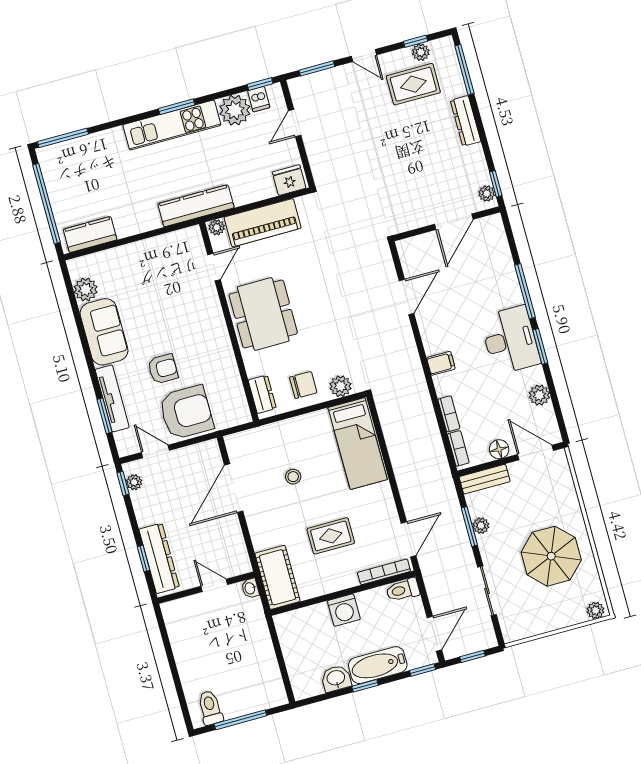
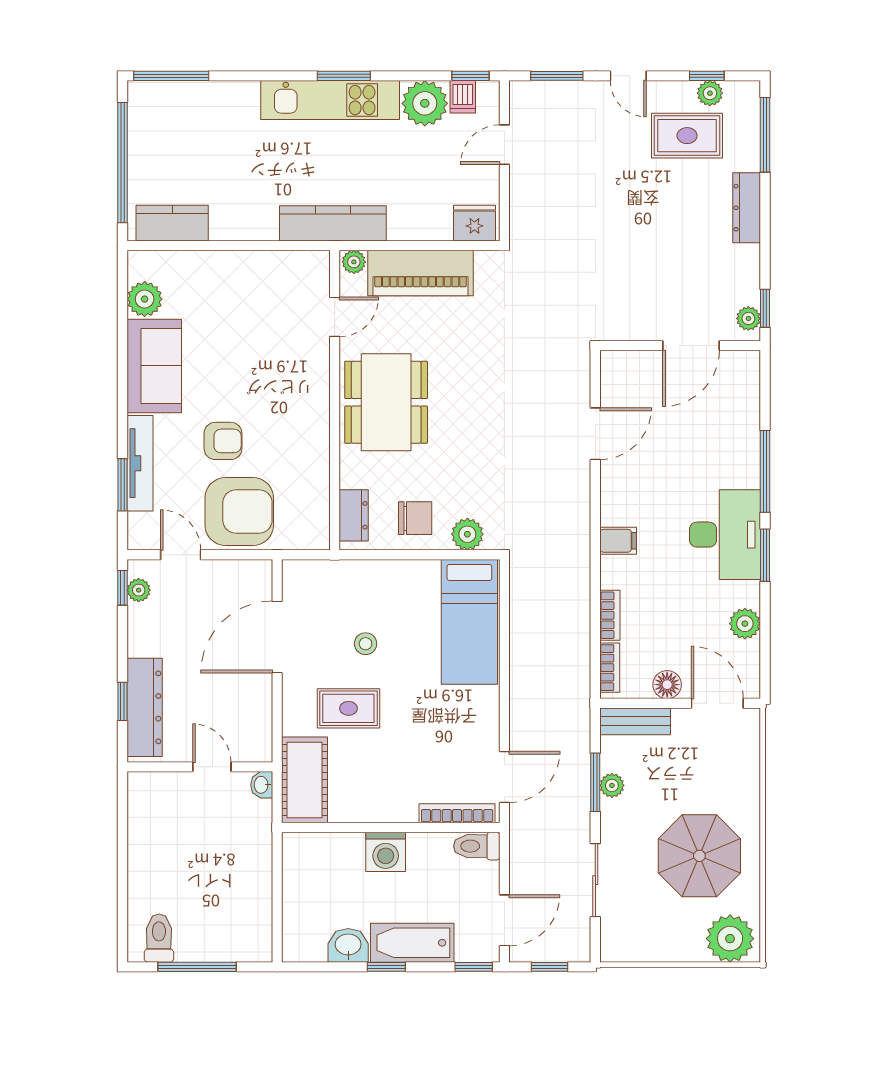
rug: (331, 536) -> (348, 708), moved
plant: (596, 610) -> (730, 939), width x1.88, depth x1.88

